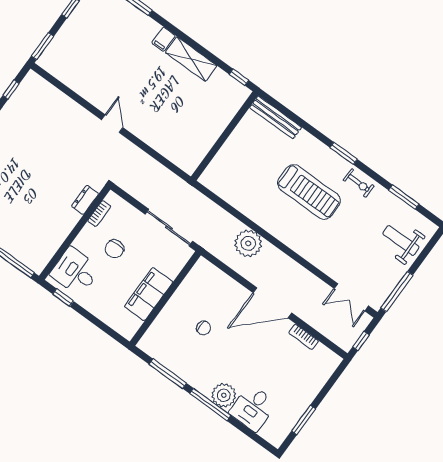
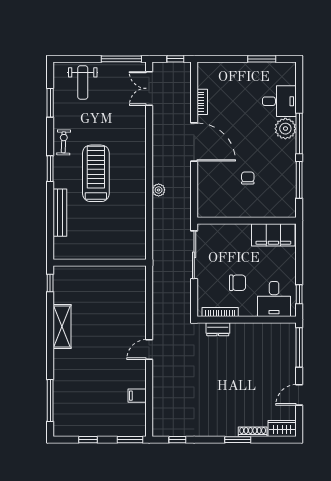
filing cabinet: (163, 39) -> (137, 396), moved, turned 180
bench: (276, 117) -> (60, 213), moved
bookcase: (99, 214) -> (220, 312), width x1.56
plant: (248, 243) -> (159, 190), width x0.53, depth x0.53
filing cabinet: (149, 294) -> (273, 235), moved
double door: (351, 297) -> (149, 88), swing flipped

